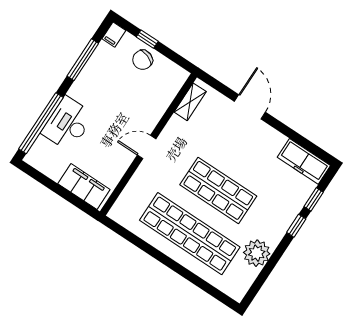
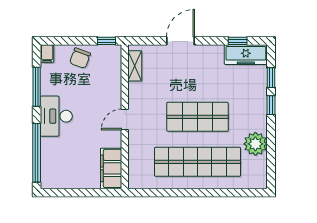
window: (147, 39) -> (106, 41), moved
door: (250, 107) -> (180, 41), hinge flipped
desk: (68, 124) -> (56, 116), moved
window: (305, 143) -> (238, 41), added
filing cabinet: (84, 187) -> (111, 168), moved, turned -90

